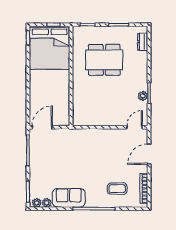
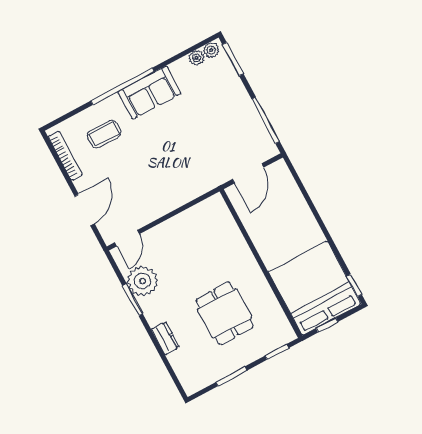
dresser: (143, 42) -> (165, 338), moved
dining table: (104, 60) -> (225, 313), width x0.73
plant: (143, 96) -> (142, 281), width x1.88, depth x1.88
door: (42, 127) -> (248, 173), moved
sofa: (69, 198) -> (149, 93), moved

